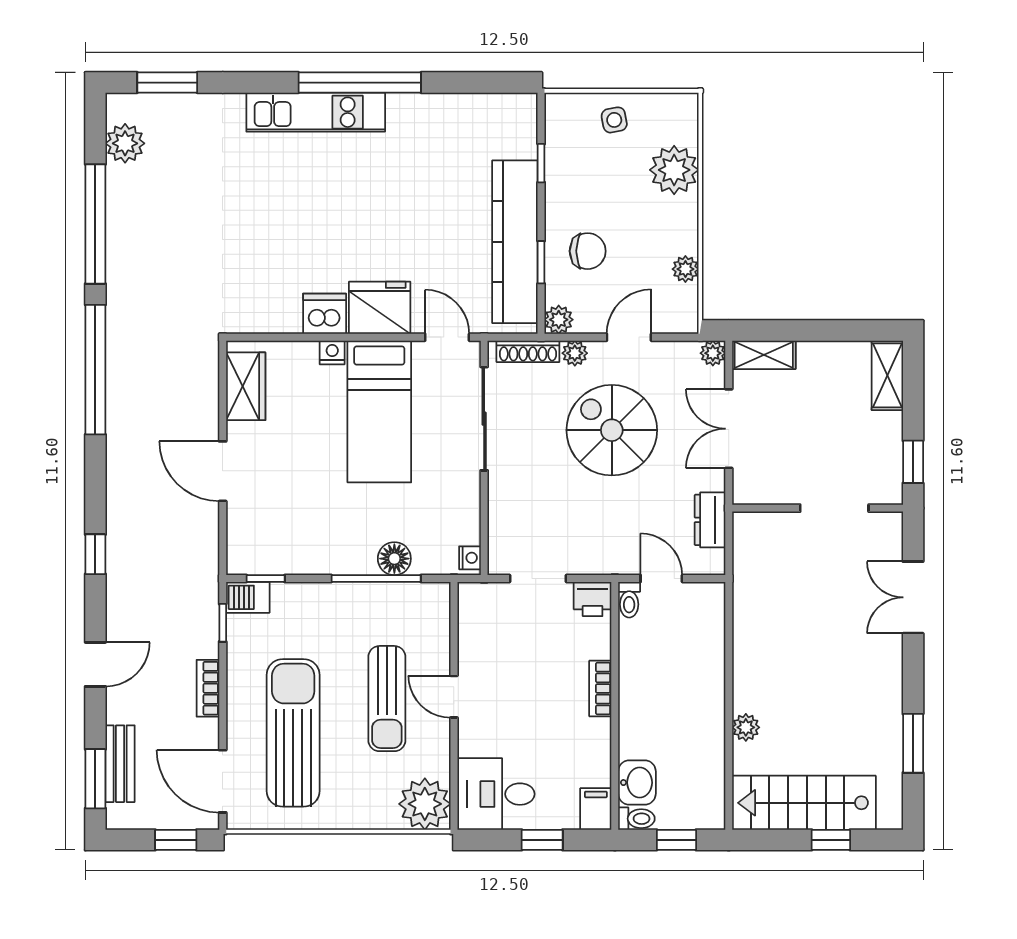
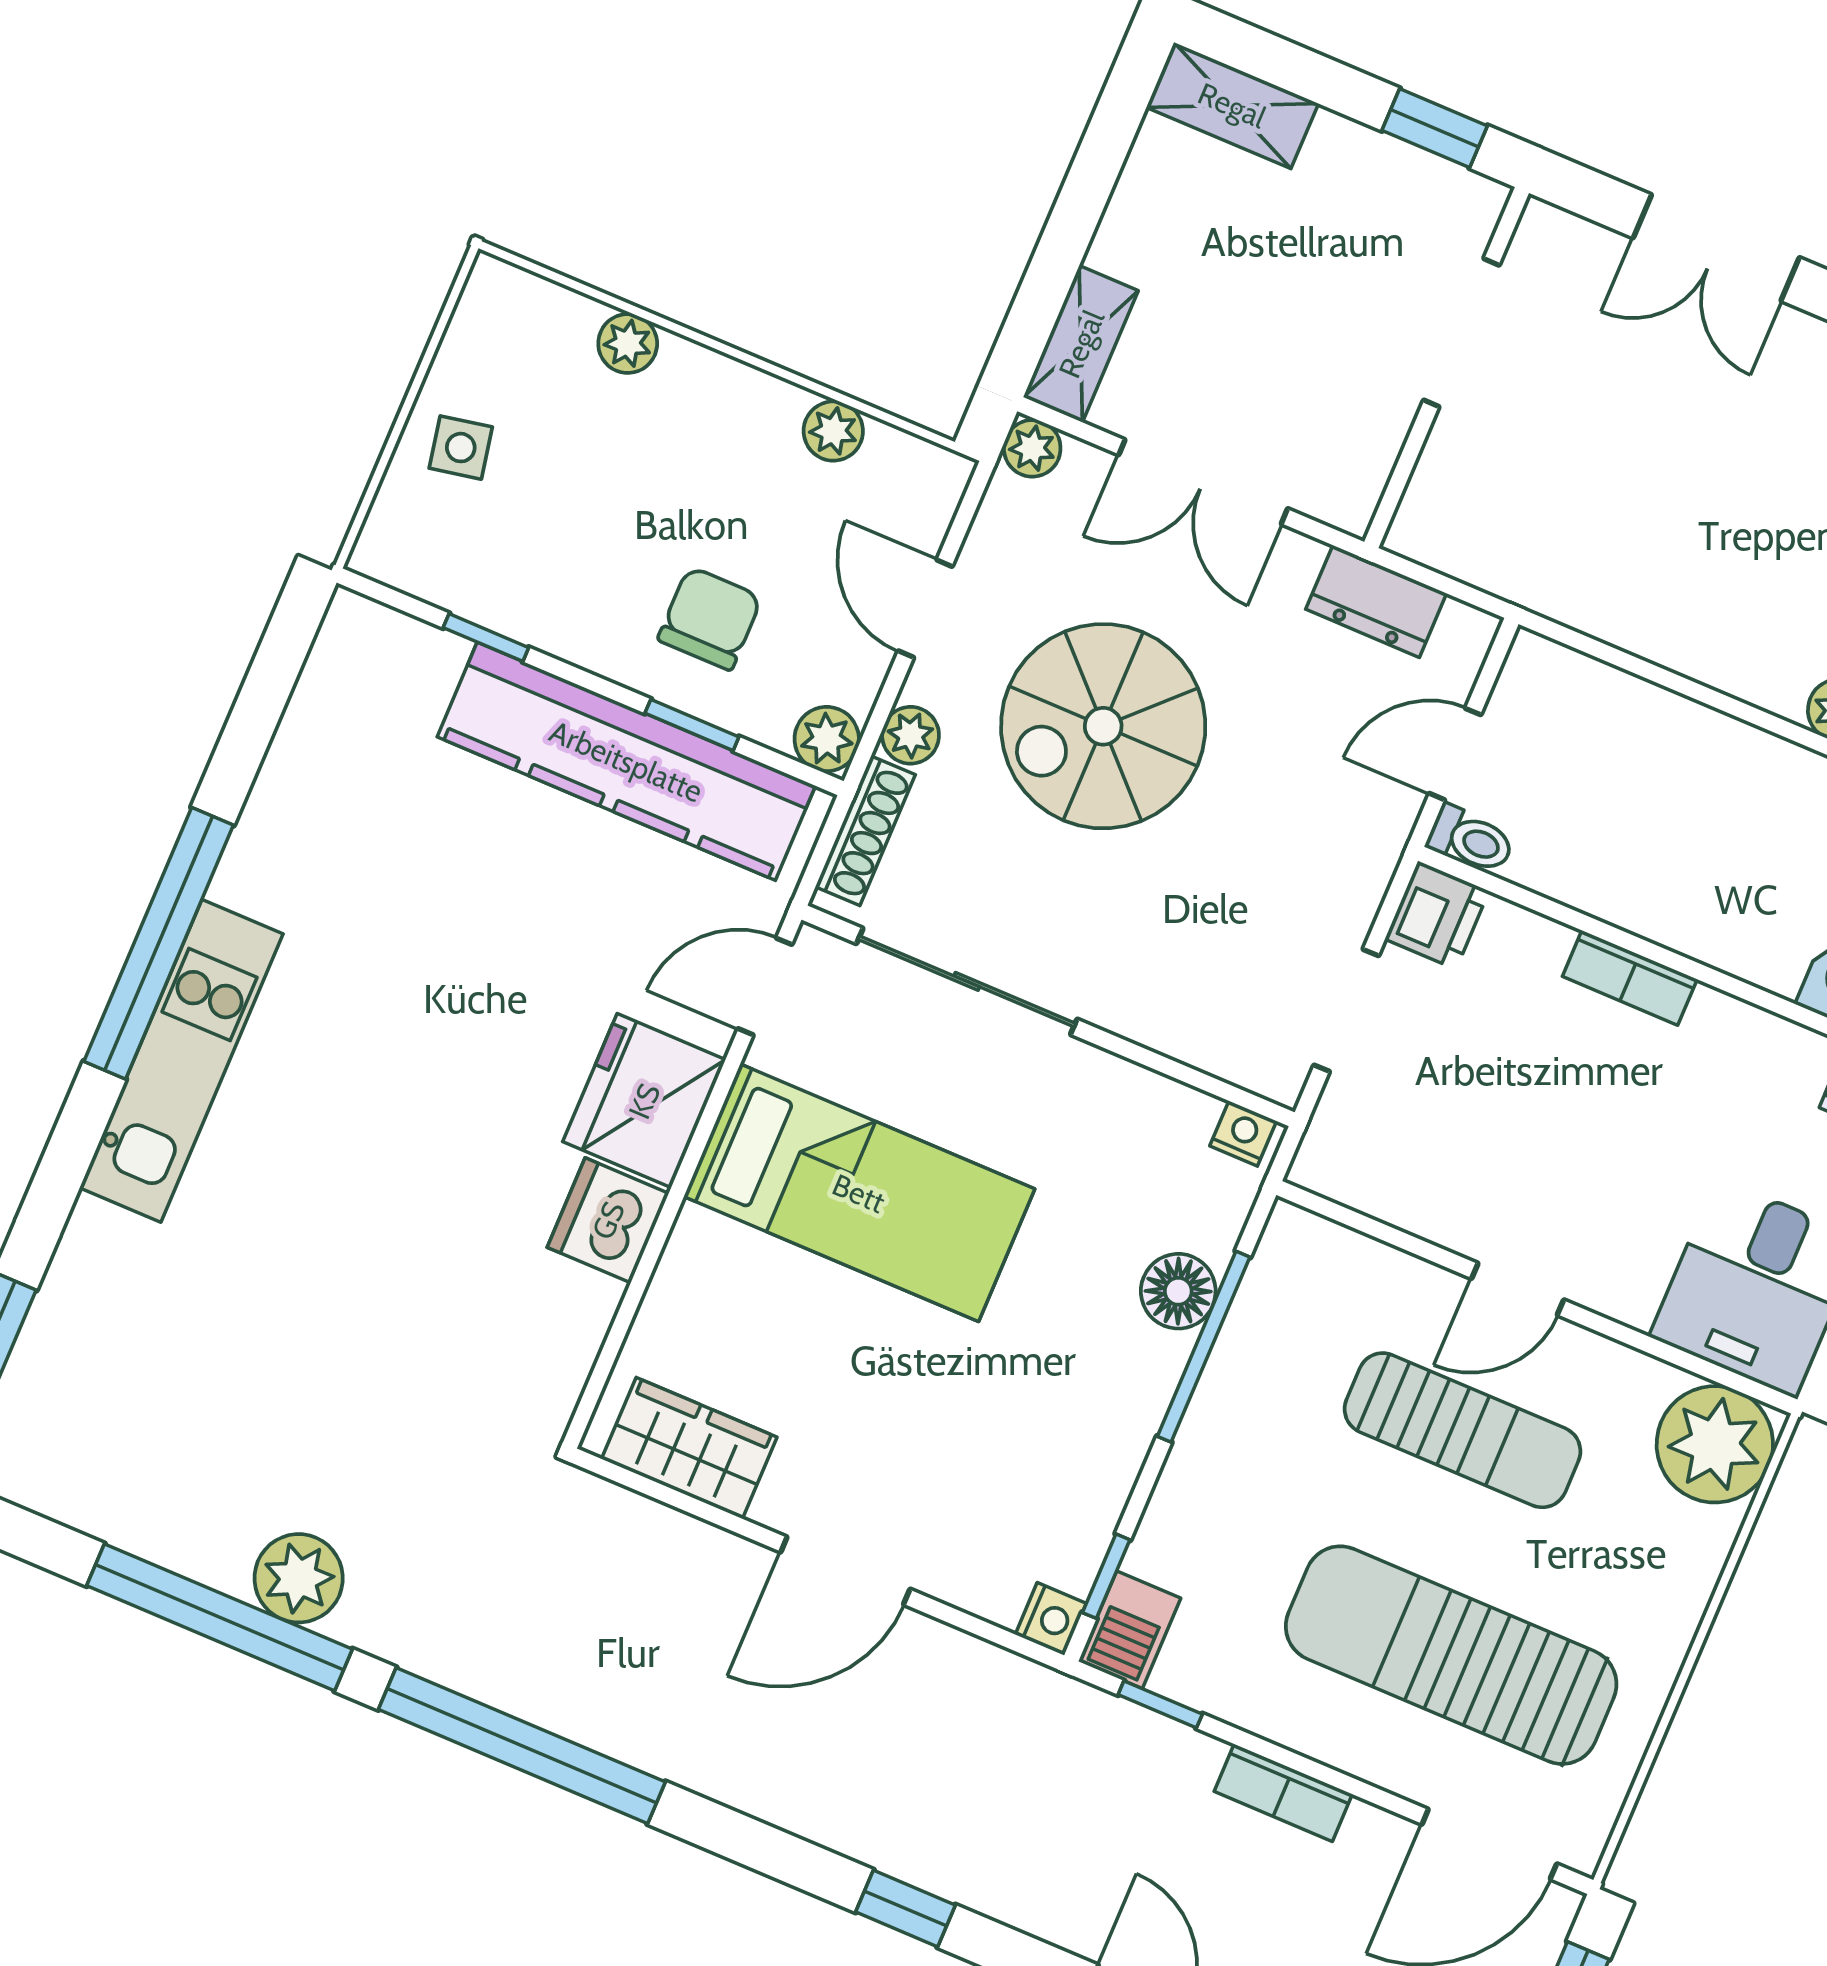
plant: (125, 143) -> (299, 1578), moved
plant: (674, 170) -> (628, 344), width x0.53, depth x0.53
nightstand: (332, 352) -> (1051, 1619), moved, turned 180

